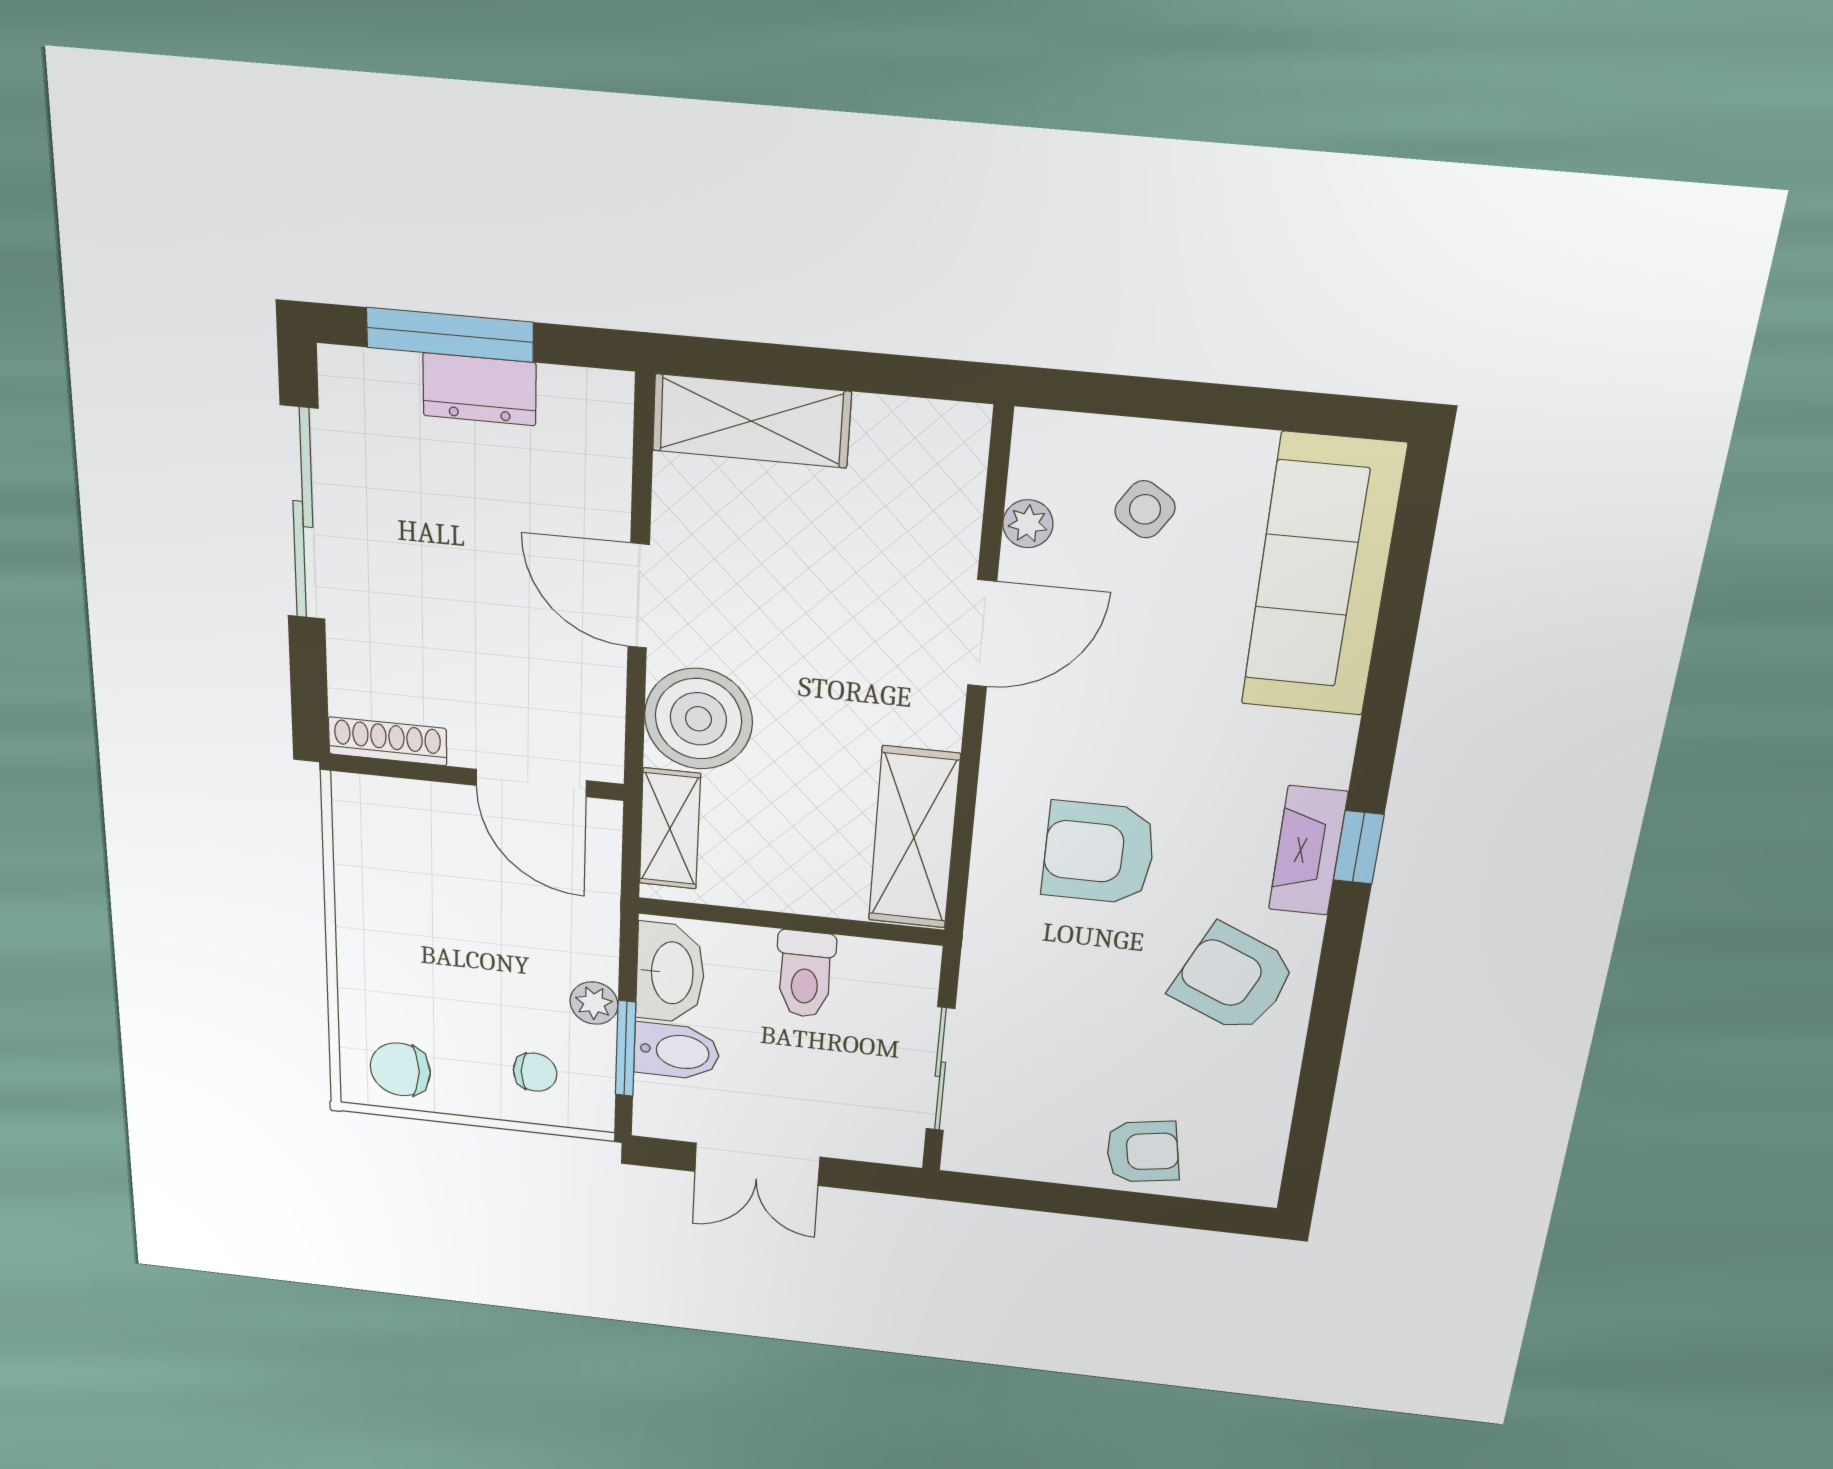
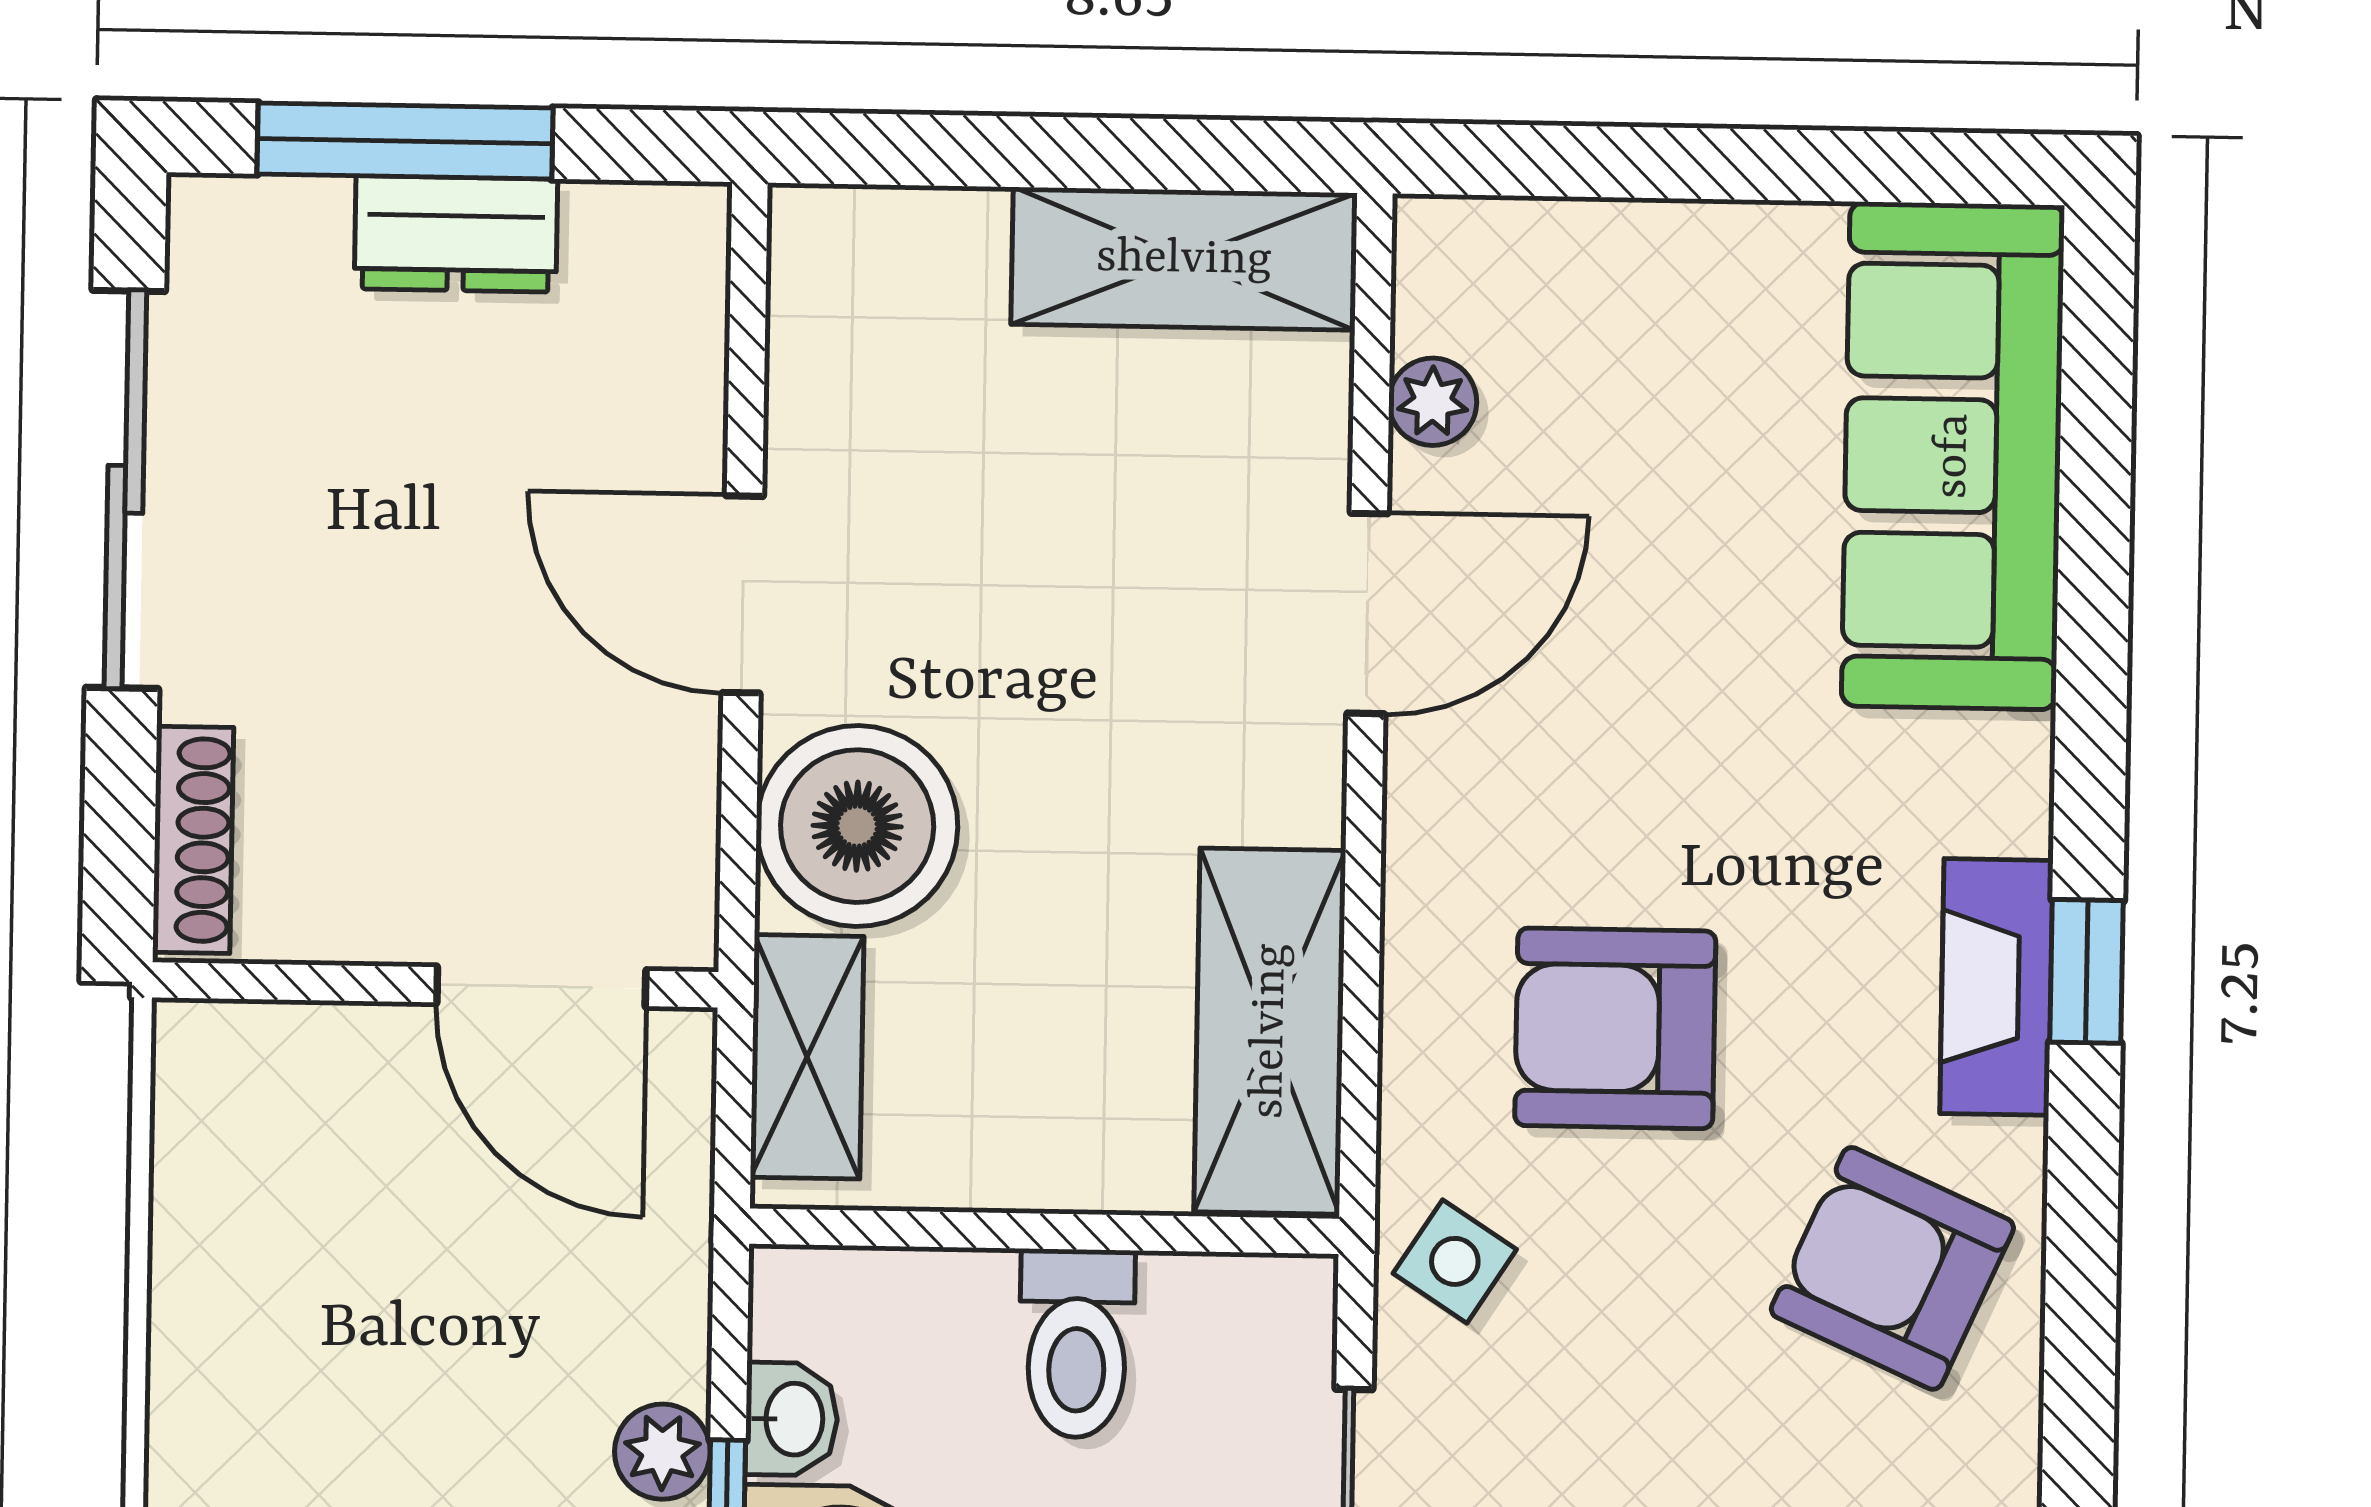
shelving: (751, 421) -> (1184, 259), moved
side table: (1145, 509) -> (1455, 1261), moved
shoe rack: (388, 741) -> (193, 840), moved, turned 90
washbasin: (670, 973) -> (792, 1419), width x0.52, depth x0.69

